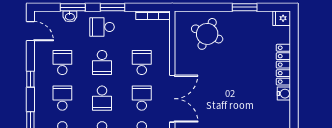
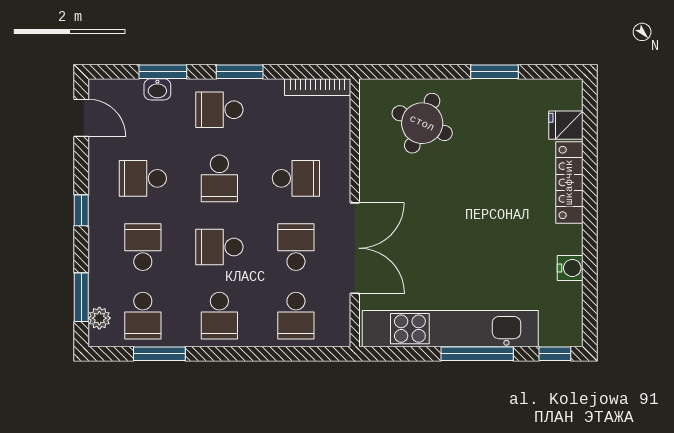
fridge: (282, 18) -> (566, 125), moved
school desk: (62, 63) -> (143, 178), turned -90
school desk: (142, 63) -> (296, 178), turned 90
water cooler: (284, 94) -> (570, 268), moved
school desk: (102, 98) -> (219, 247), turned 90

